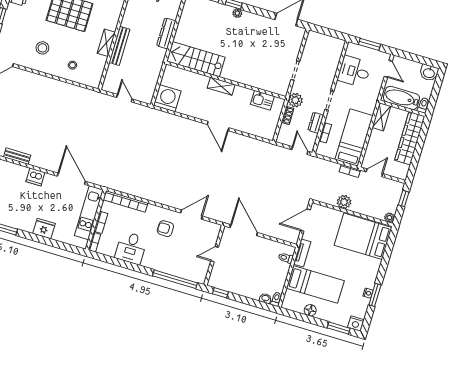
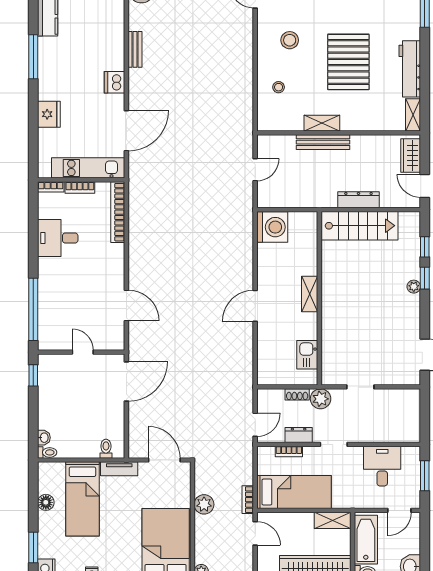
stairs: (196, 59) -> (360, 226), moved, turned 90
armchair: (165, 229) -> (97, 276), removed

